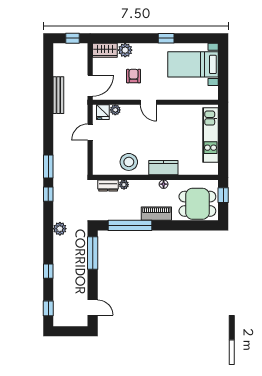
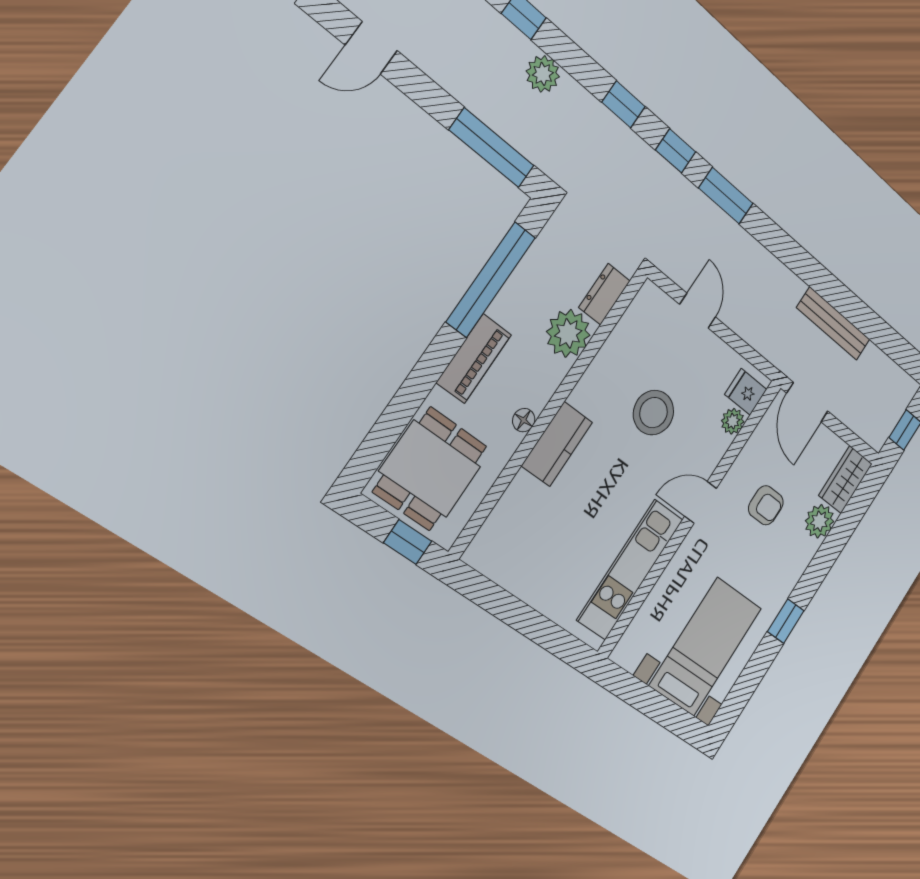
door: (90, 132) -> (698, 311), moved
kitchen unit: (211, 135) -> (630, 569), moved, turned -90
stool: (129, 162) -> (653, 413), moved
plant: (124, 185) -> (568, 333), width x1.88, depth x1.88
window: (48, 222) -> (623, 104), added
plant: (60, 229) -> (543, 74), moved

